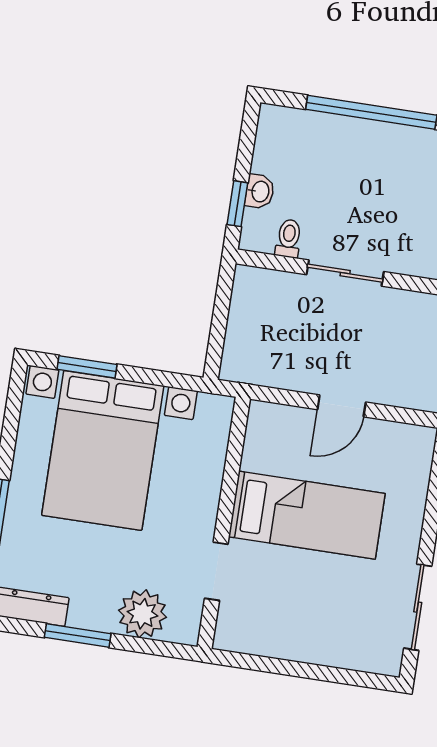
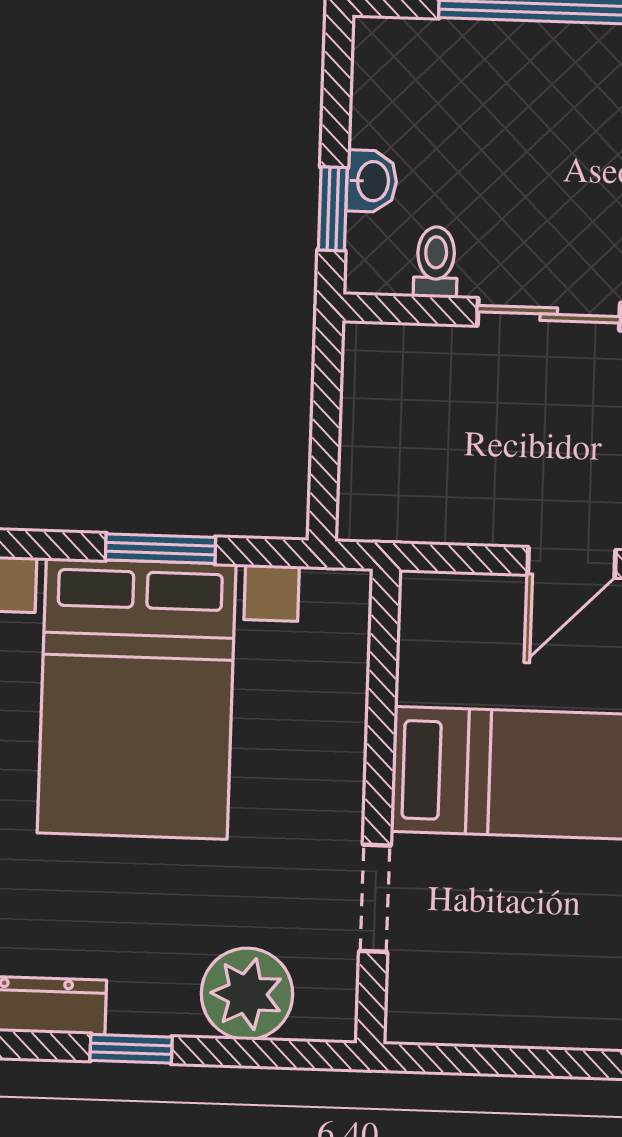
window: (87, 367) -> (160, 549), moved
window: (78, 636) -> (131, 1049), width x0.67

